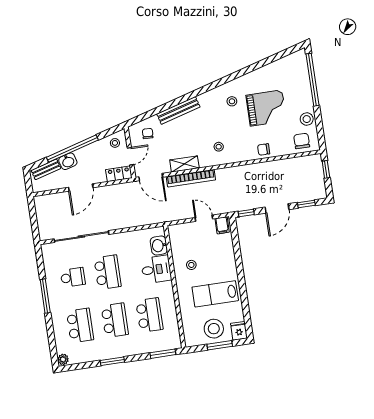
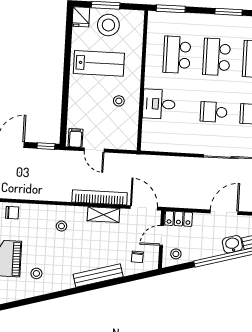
washbasin: (159, 245) -> (150, 130), removed
school desk: (108, 272) -> (214, 112), width x0.54

